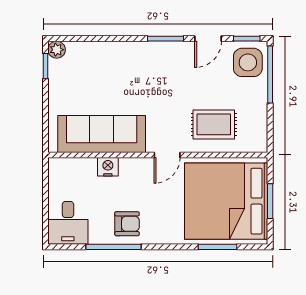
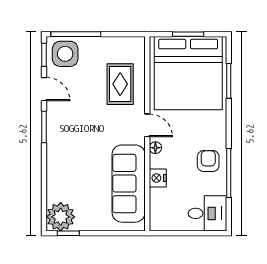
plant: (57, 50) -> (61, 217), width x1.88, depth x1.88
floor lamp: (142, 164) -> (155, 148), added

